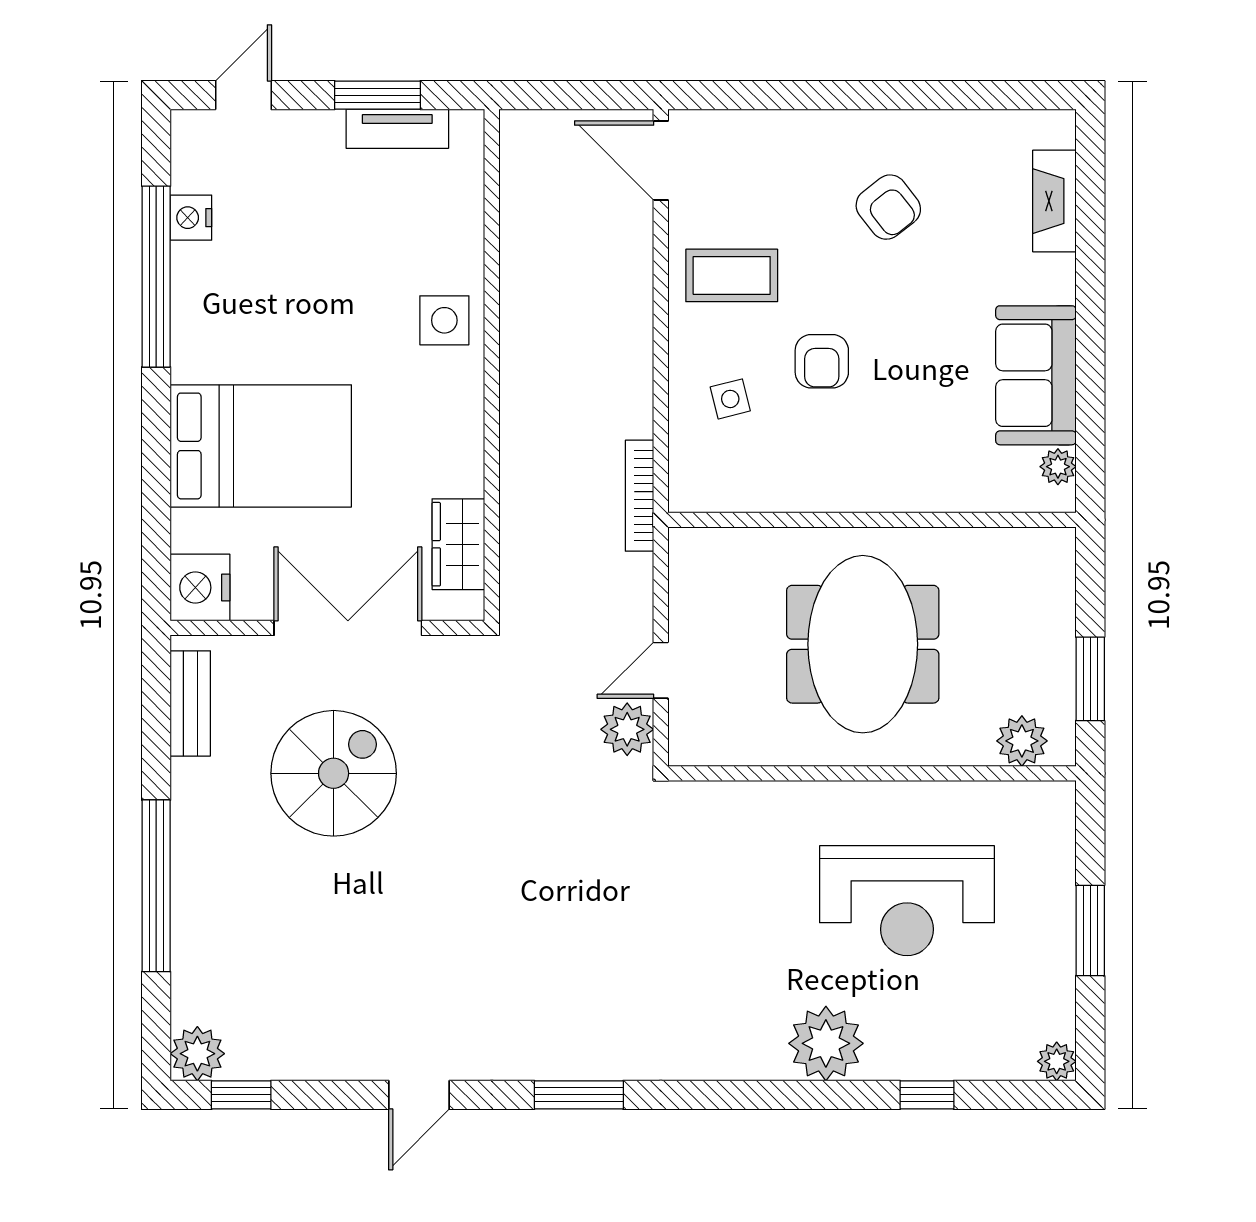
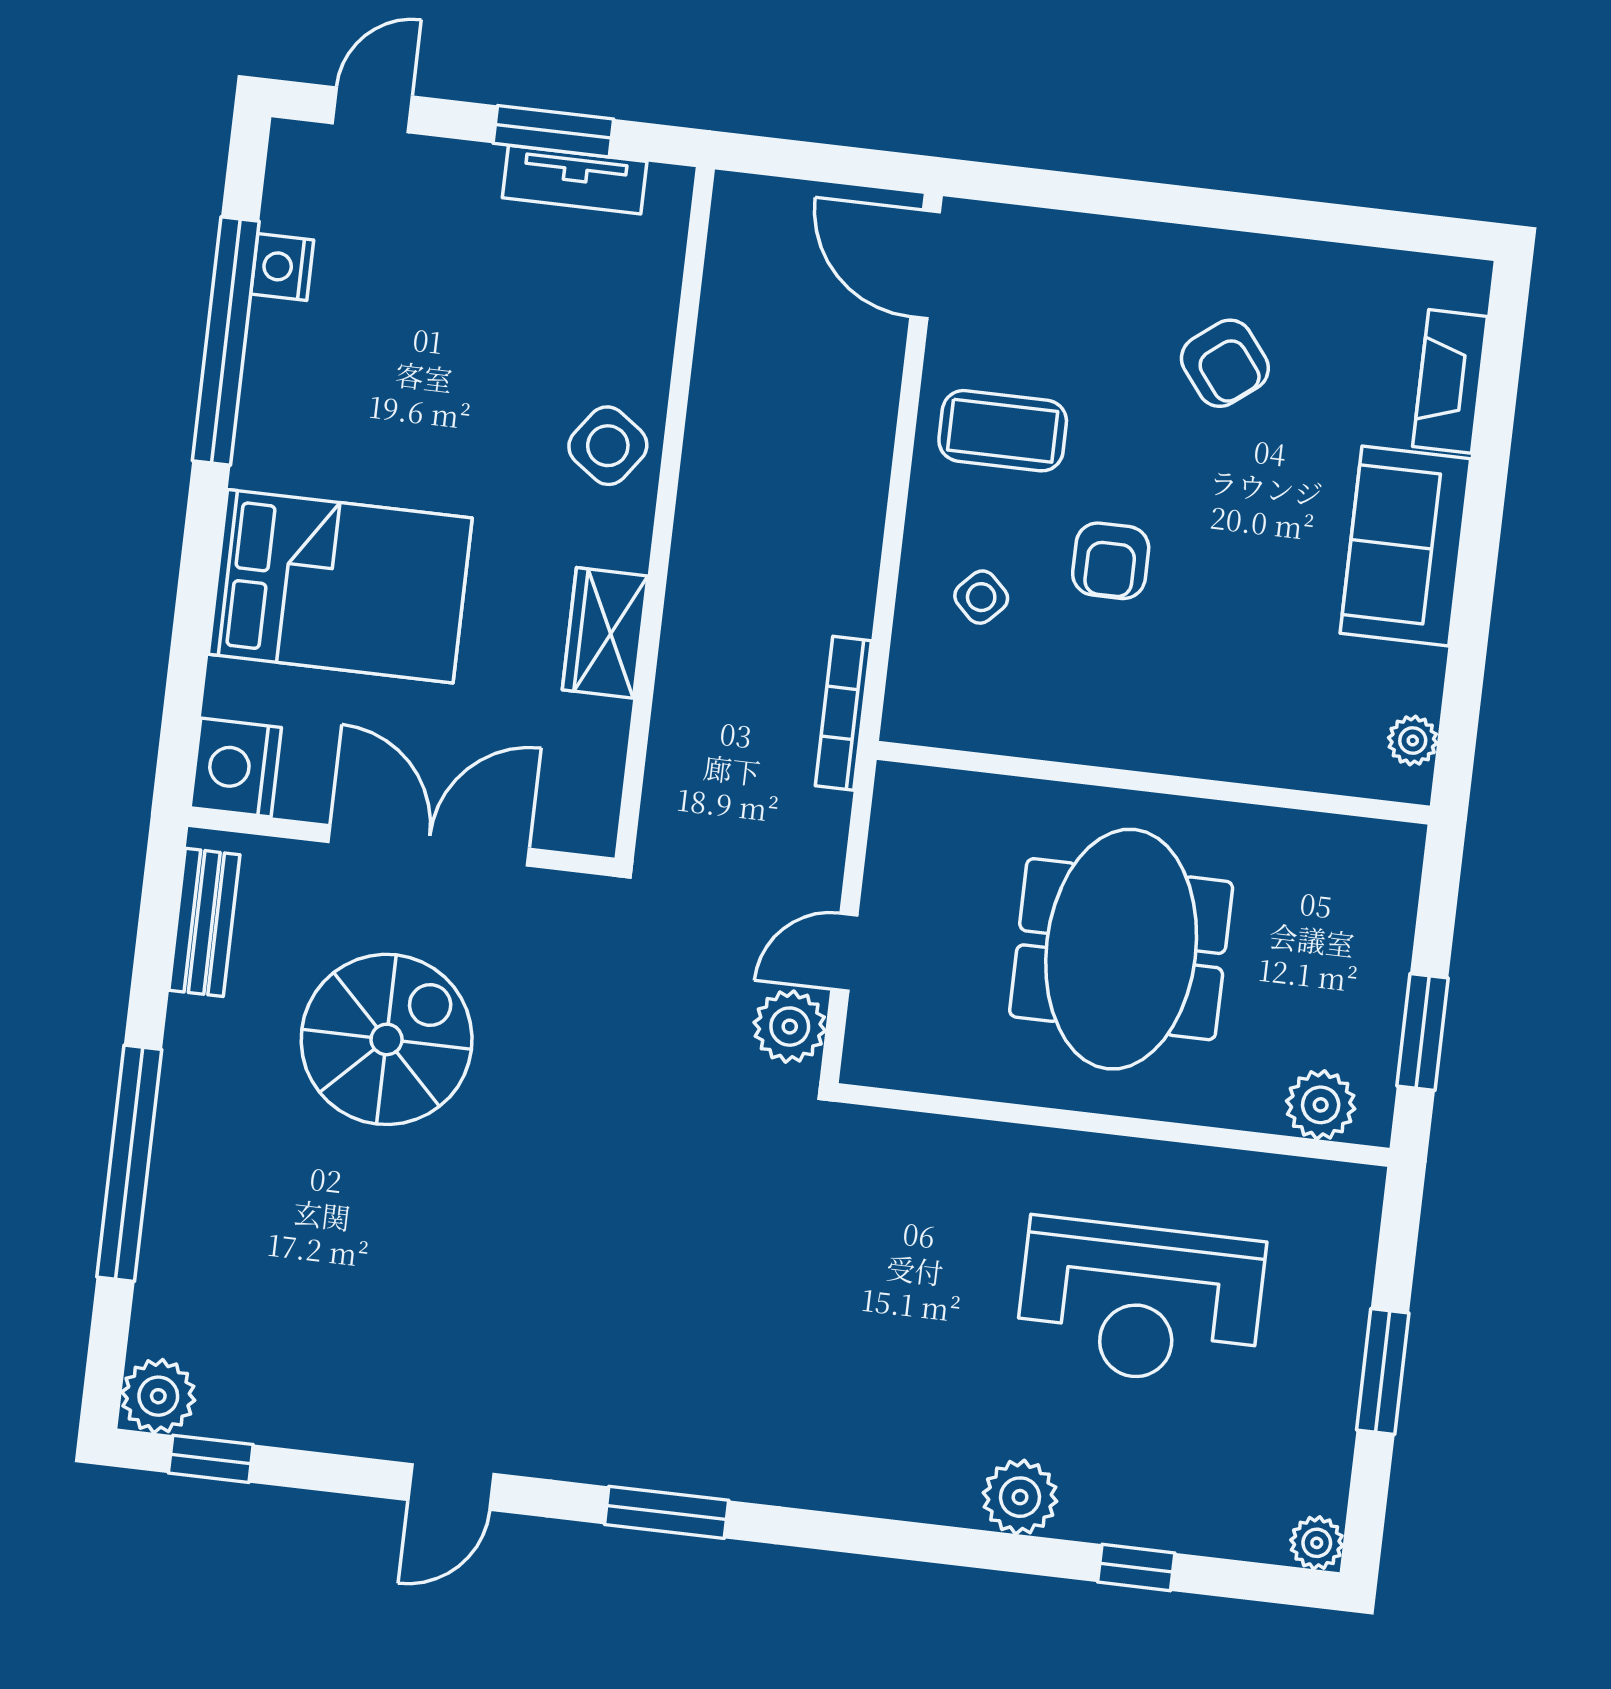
side table: (444, 320) -> (608, 446), turned 36
sofa: (1036, 375) -> (1405, 546), moved
side table: (730, 399) -> (981, 597), turned -32
wardrobe: (458, 544) -> (605, 633), moved
plant: (826, 1043) -> (1020, 1497), width x0.73, depth x0.73

